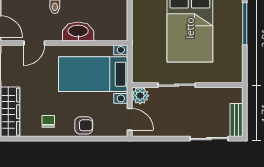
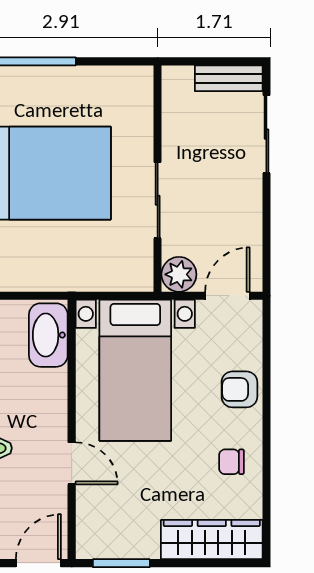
washbasin: (78, 32) -> (48, 335), moved
door: (34, 43) -> (72, 463), moved
armchair: (84, 125) -> (239, 389), turned -90

